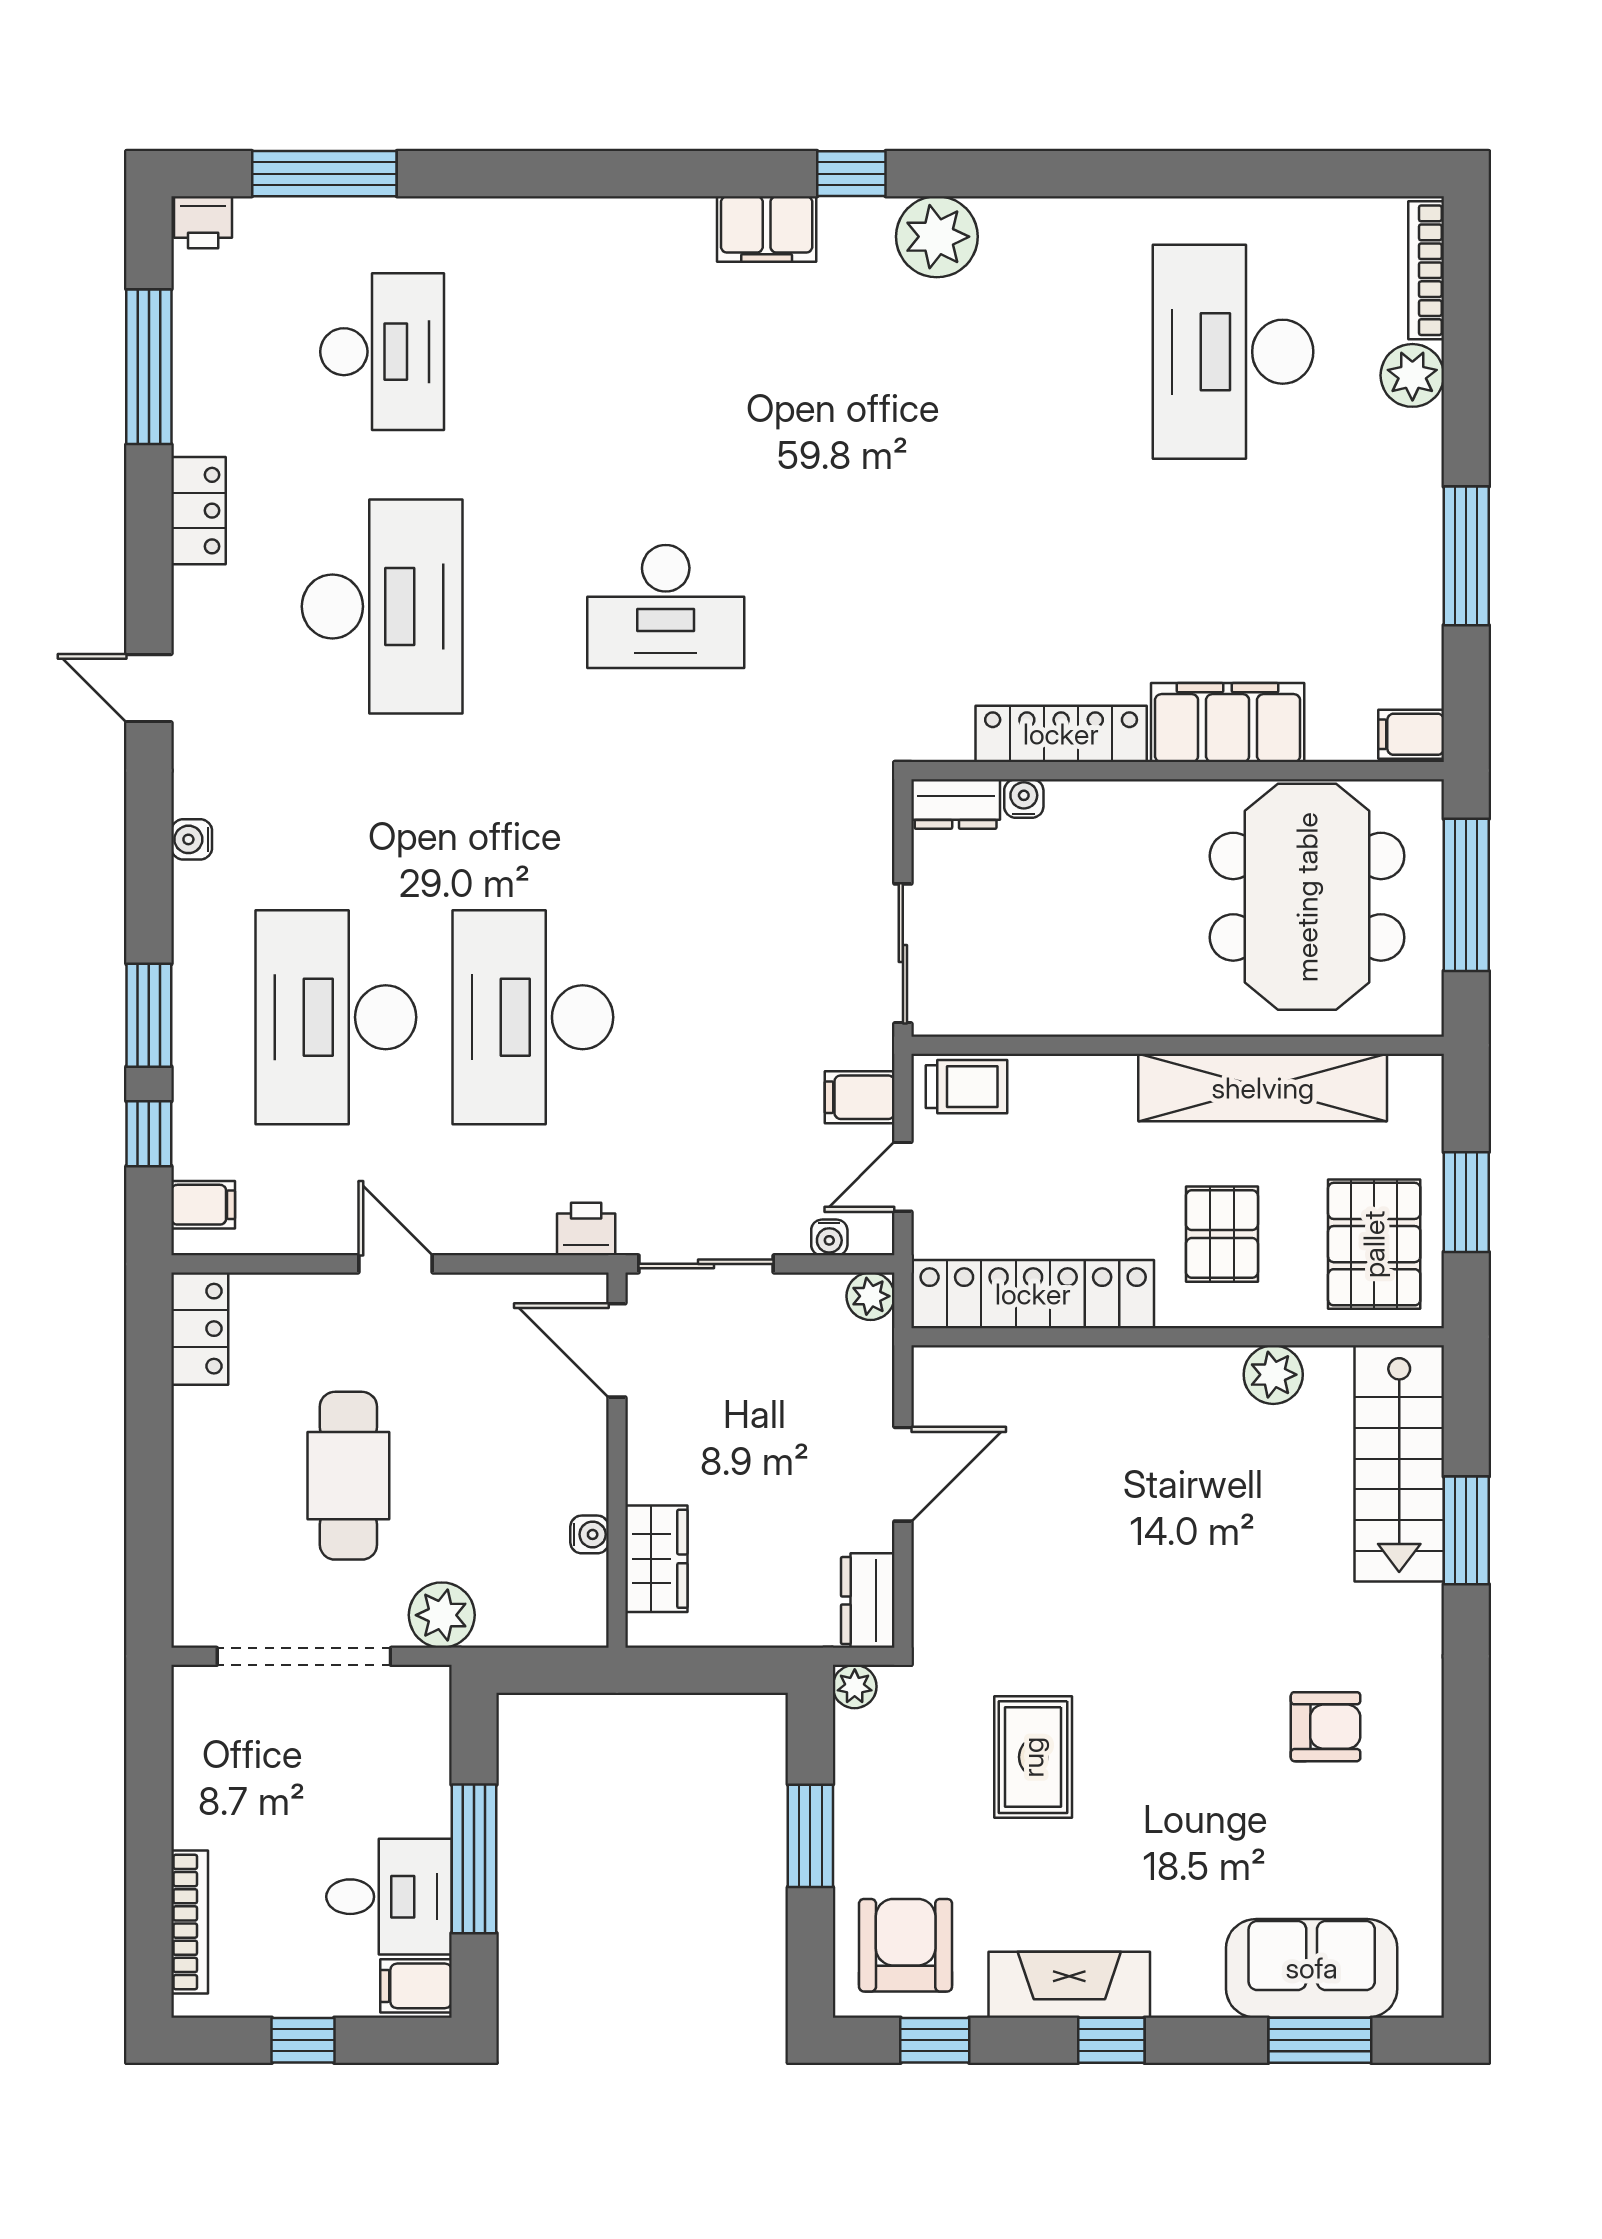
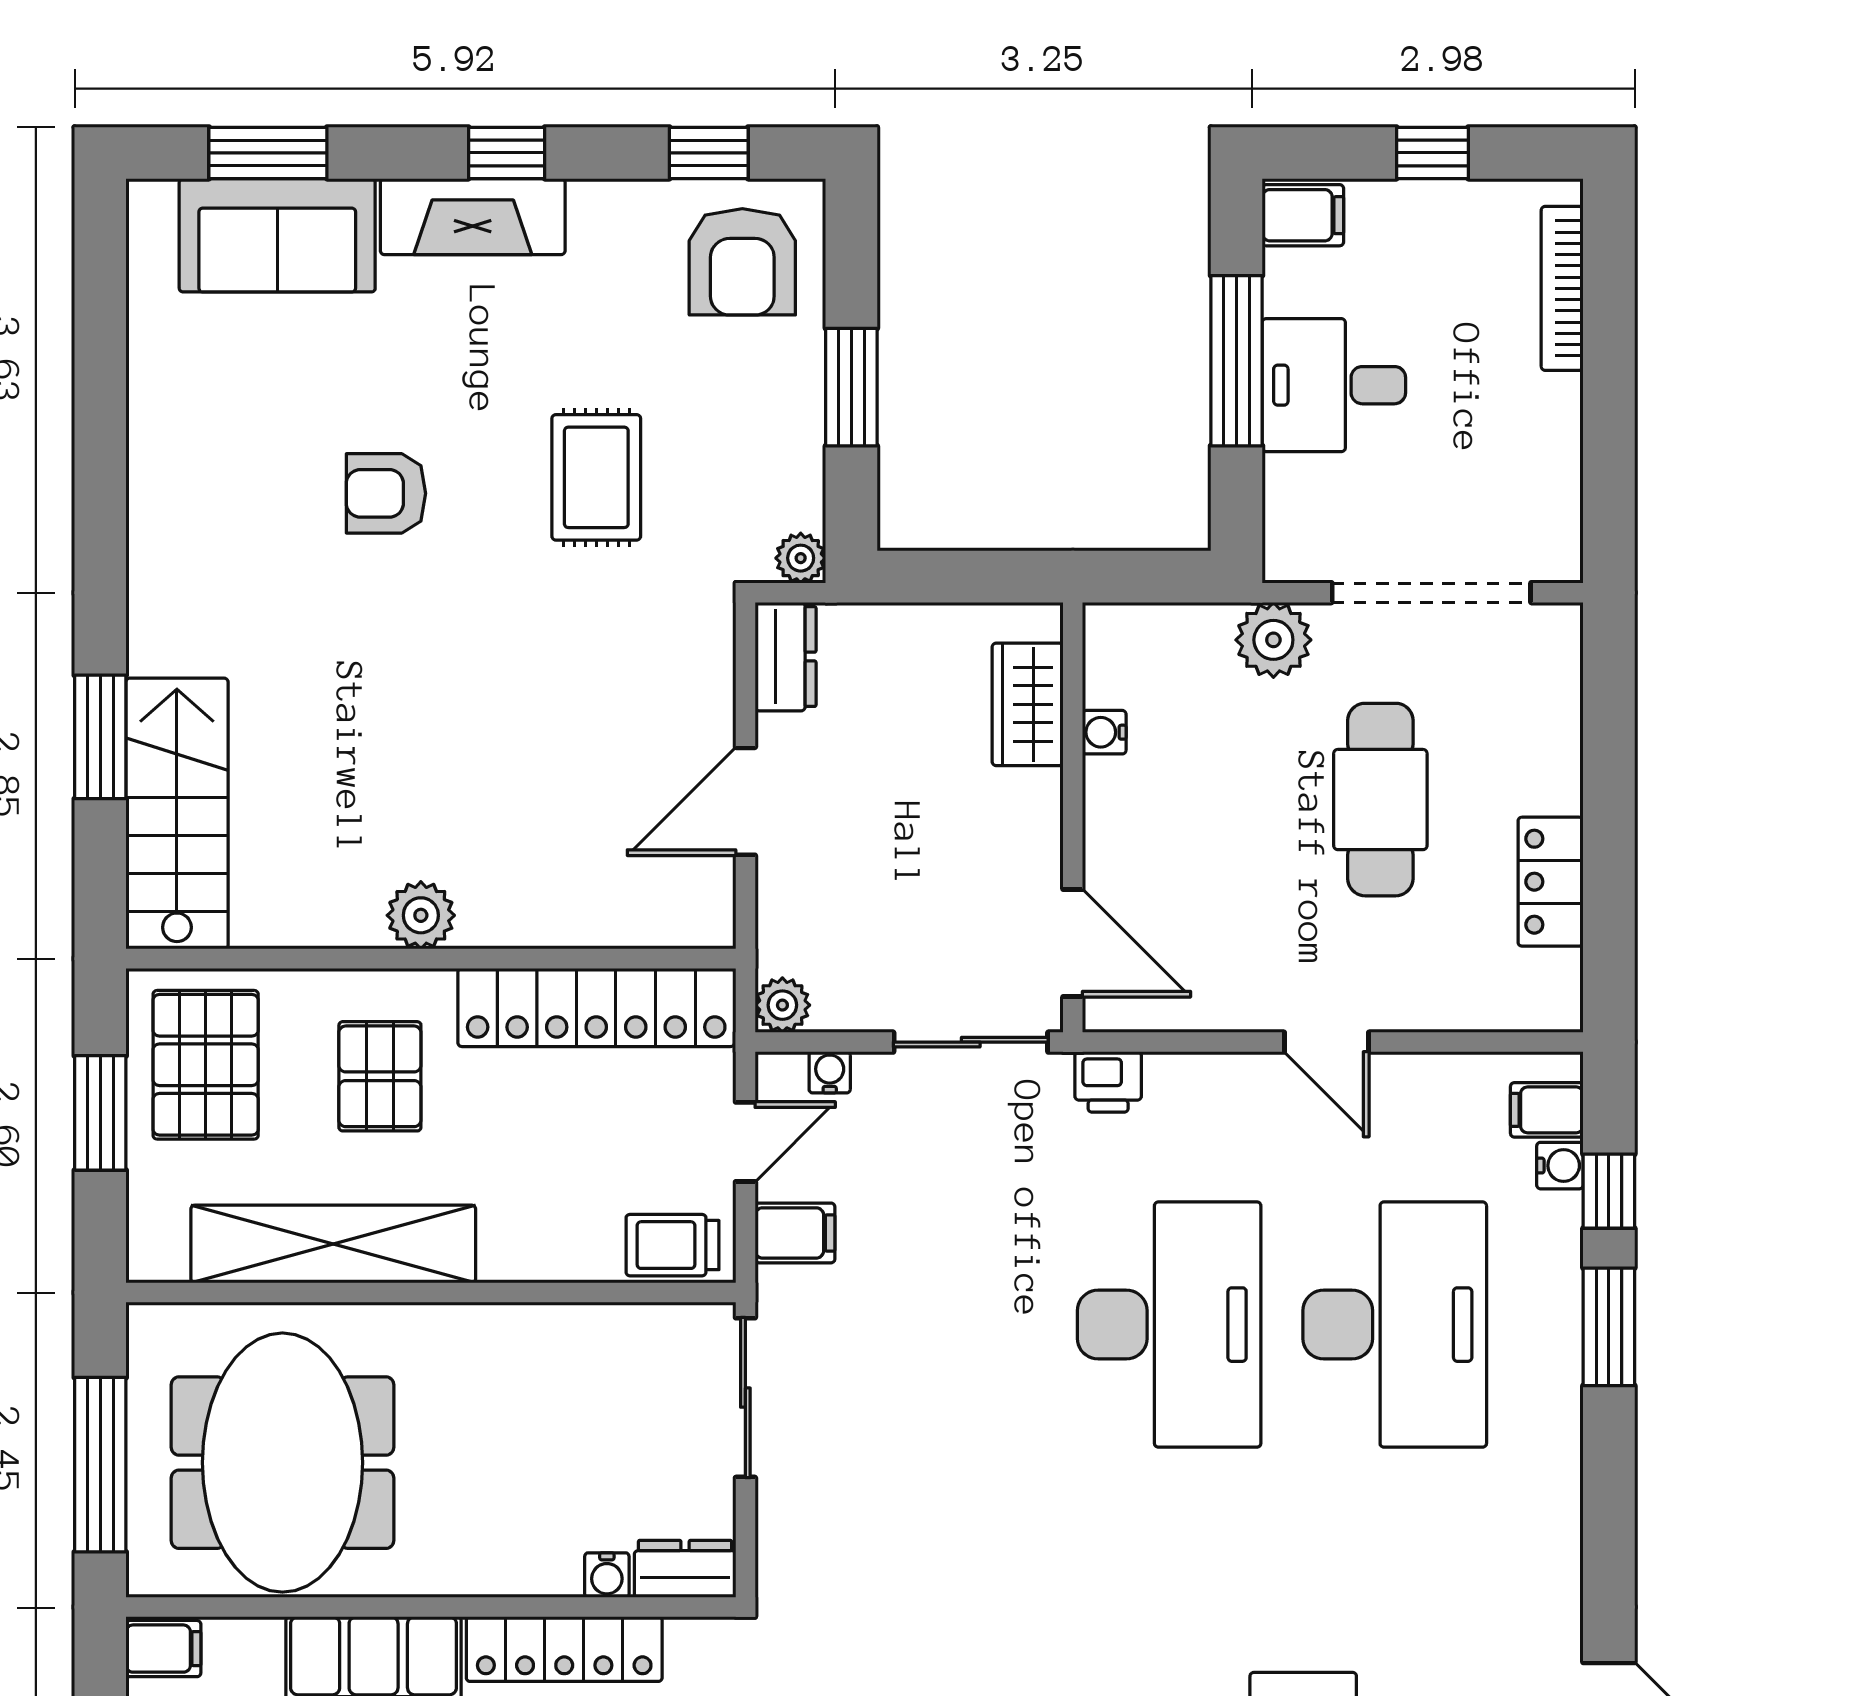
water cooler: (192, 839) -> (1560, 1166), moved
locker: (200, 1329) -> (1551, 882), moved
plant: (1273, 1375) -> (421, 915), moved
armchair: (1326, 1727) -> (386, 493), moved
desk: (389, 1897) -> (1334, 385), moved
fireplace: (1069, 1985) -> (473, 217), moved

